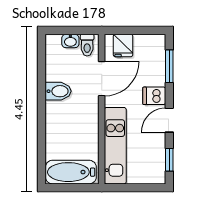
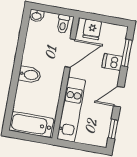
washbasin: (70, 41) -> (37, 16), moved
bidet: (58, 91) -> (30, 75), moved
dishwasher: (154, 96) -> (112, 62), moved

